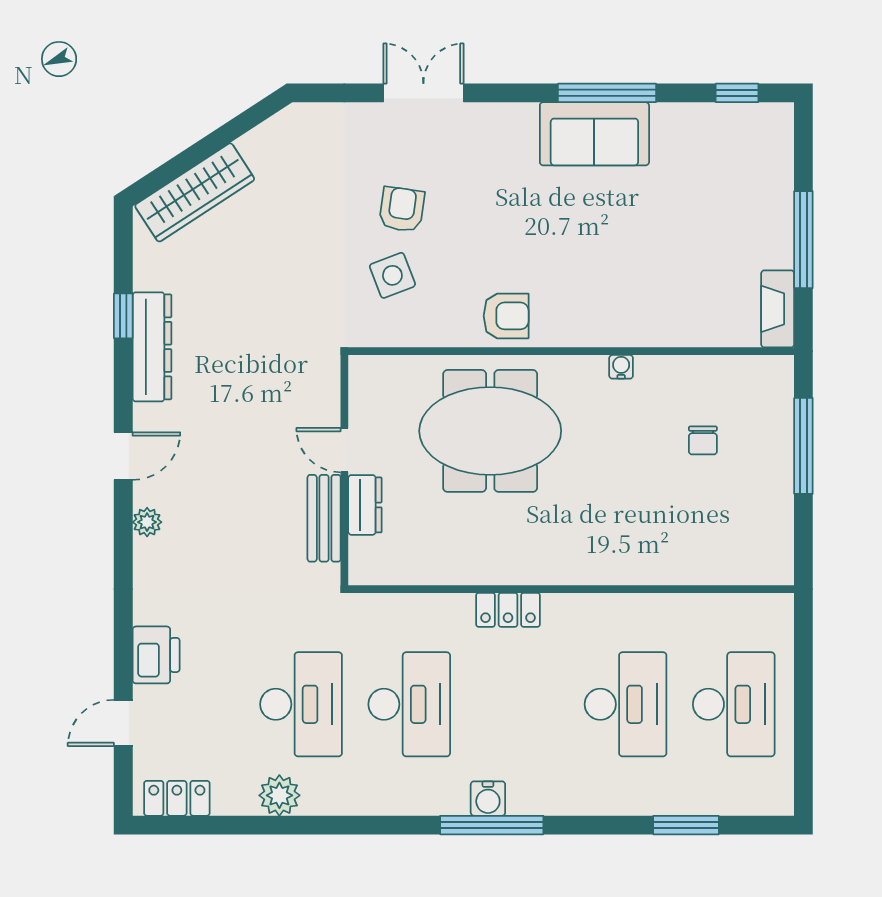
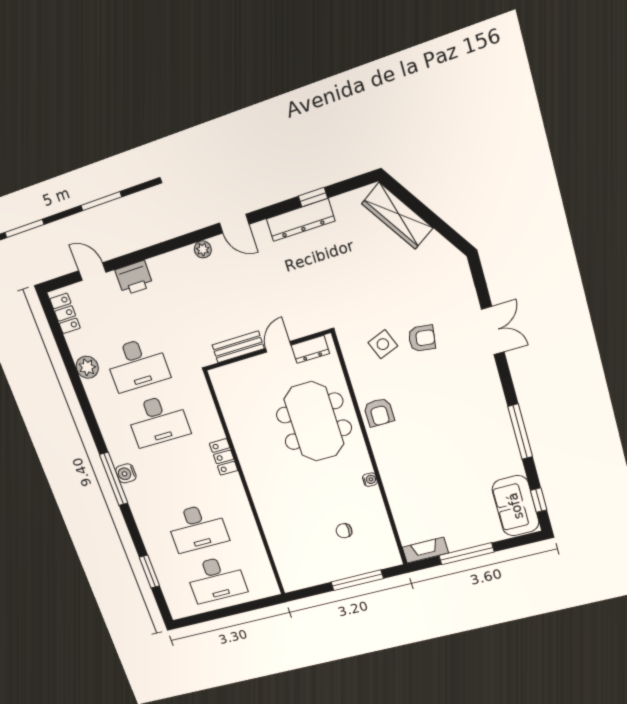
sofa: (594, 134) -> (515, 506), moved
dresser: (365, 505) -> (310, 349), moved

